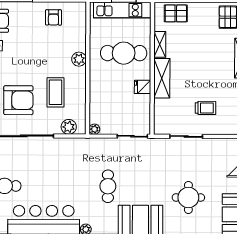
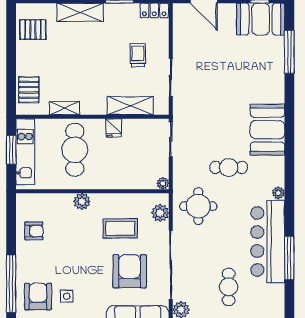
shelving: (162, 78) -> (130, 106), moved
round table: (188, 197) -> (198, 206), moved

